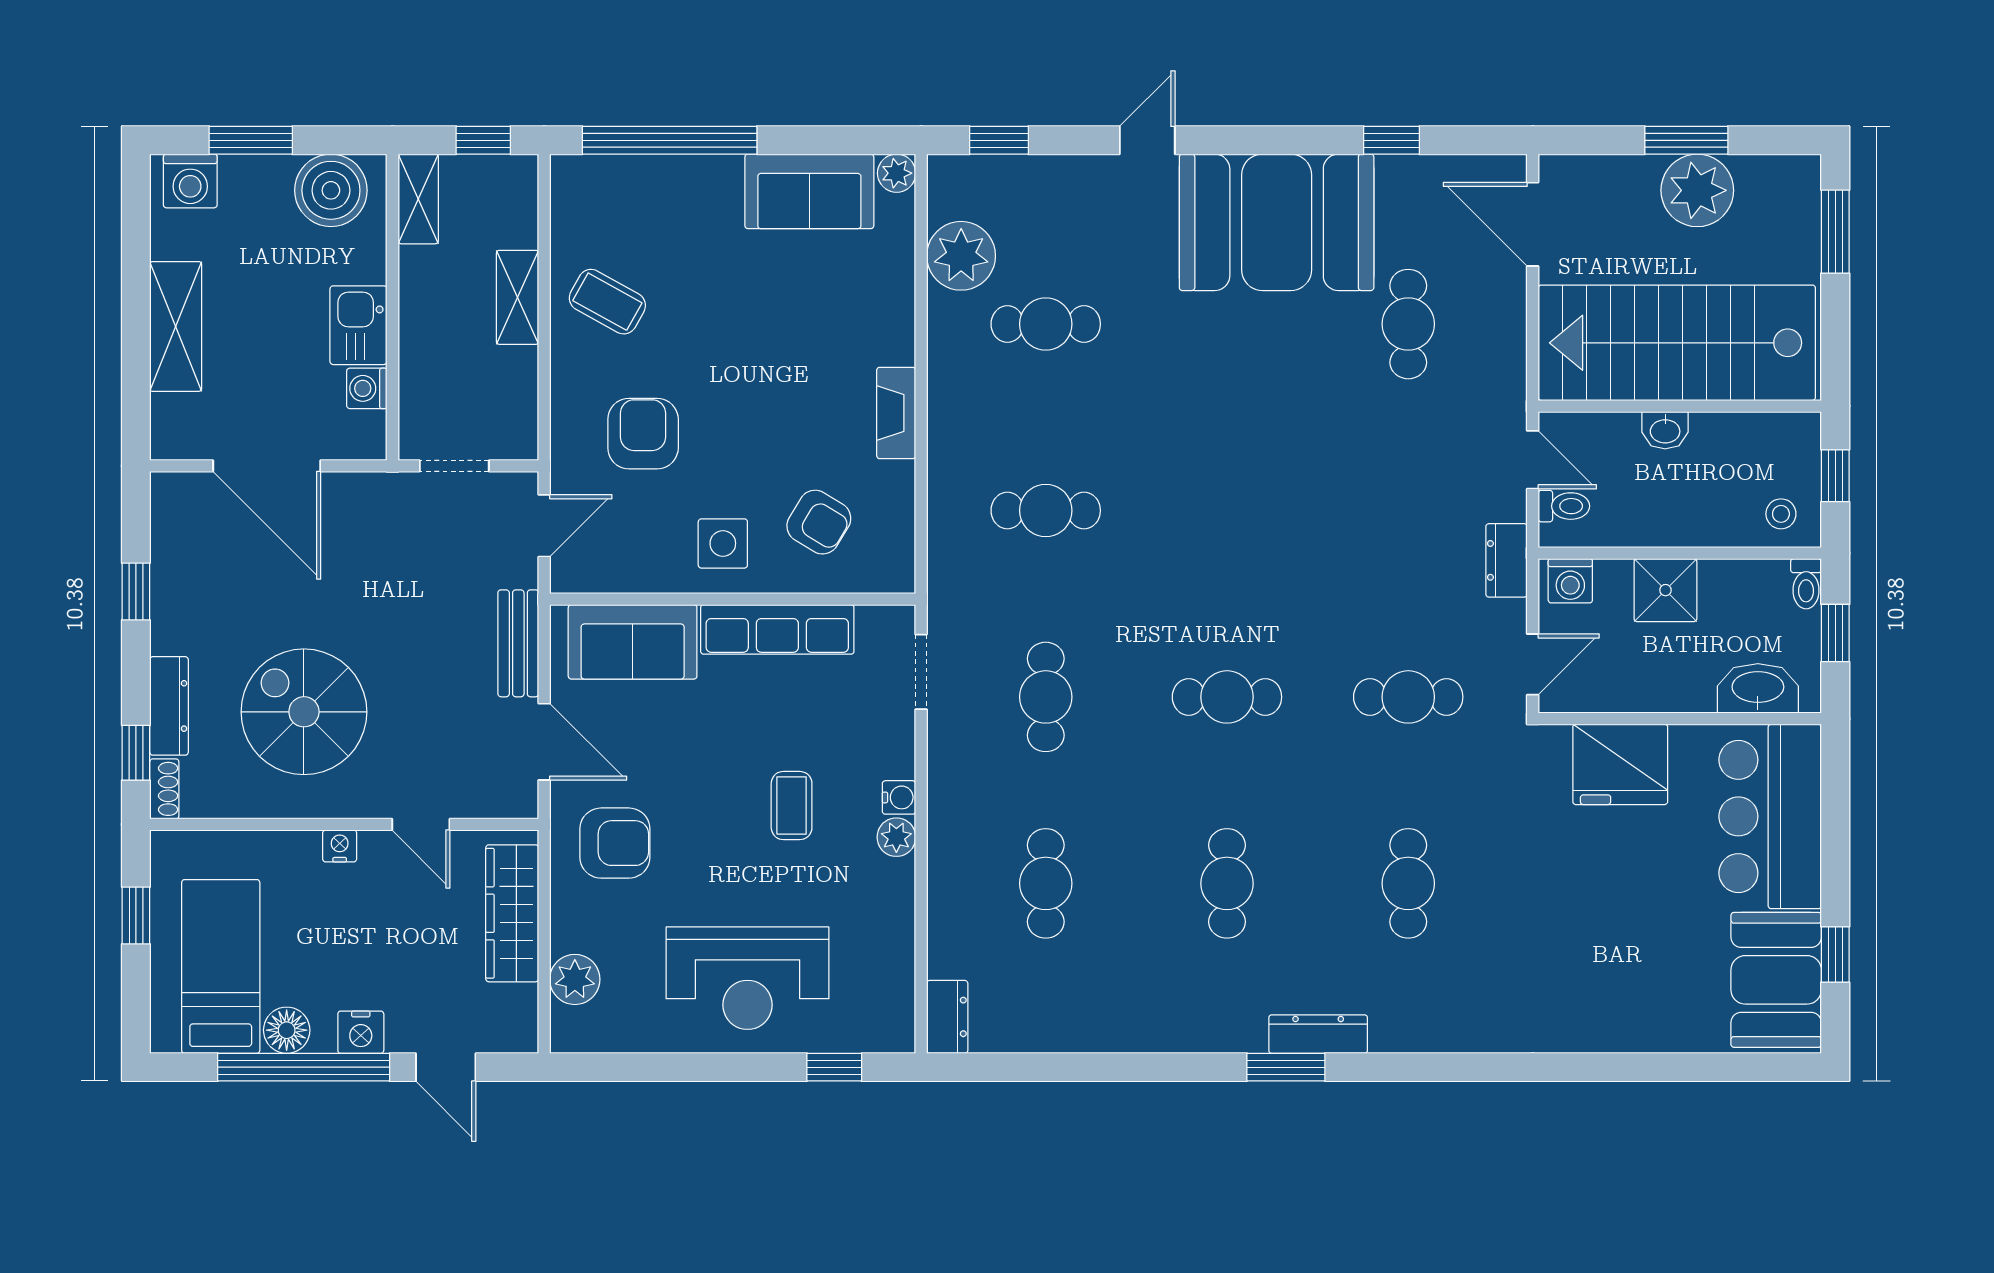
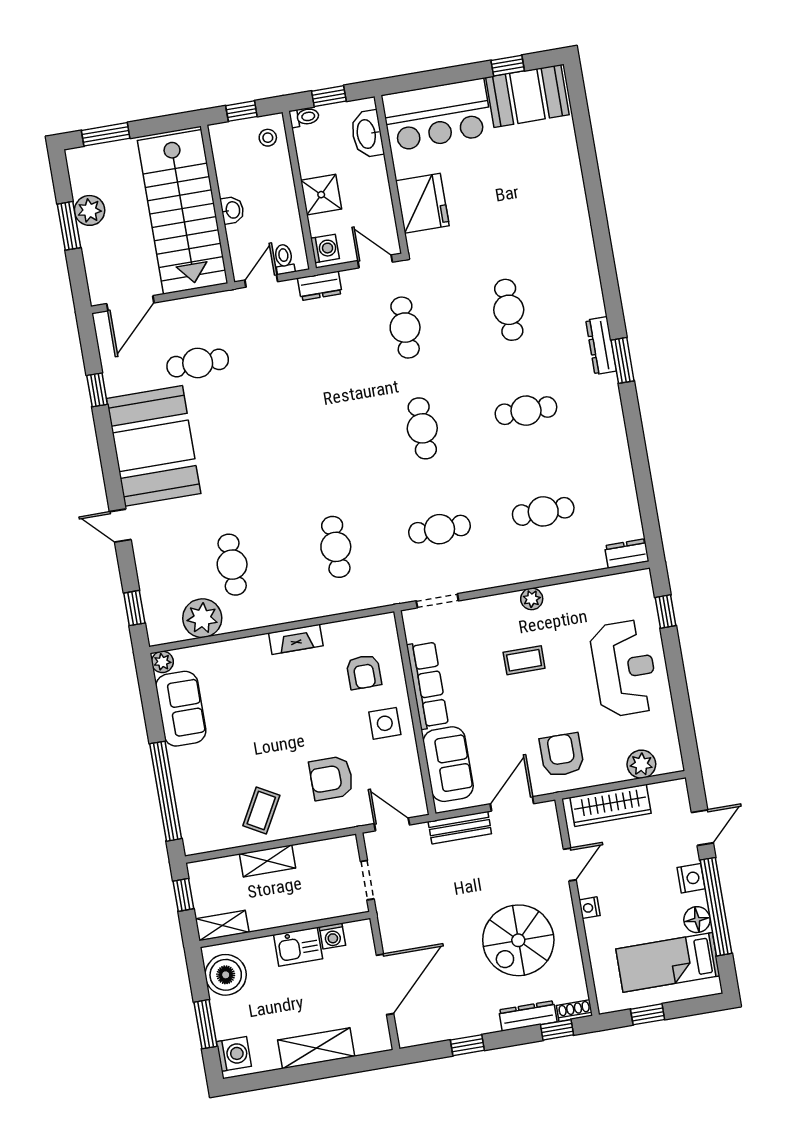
plant: (1697, 190) -> (90, 210), width x0.73, depth x0.73
armchair: (819, 522) -> (364, 672), turned 149
water cooler: (899, 797) -> (509, 601), removed
cafe table: (1408, 883) -> (509, 310), turned 90

